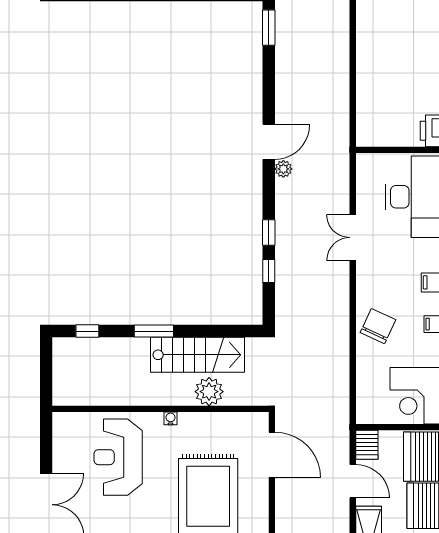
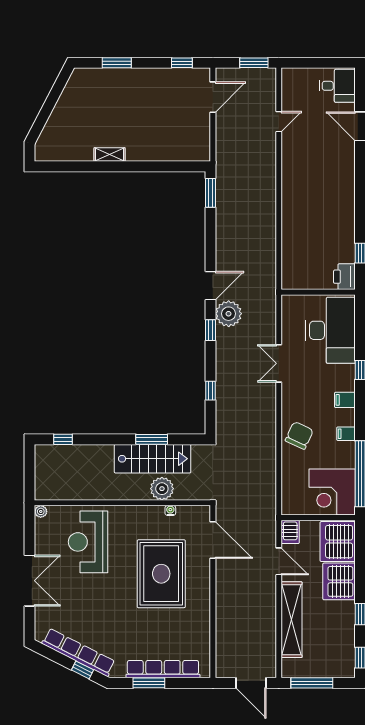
plant: (283, 169) -> (229, 314), width x1.87, depth x1.87
window: (269, 233) -> (210, 330), moved
window: (154, 331) -> (152, 439), moved
water cooler: (171, 418) -> (170, 510), moved
plant: (60, 420) -> (41, 511), added

